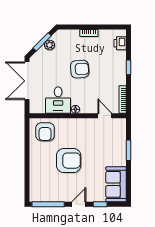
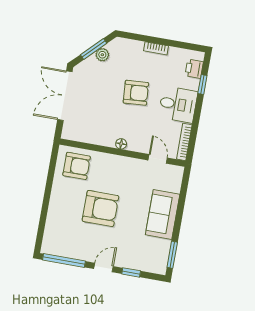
window: (129, 67) -> (202, 84), moved
desk: (58, 100) -> (178, 104), moved, turned -90
armchair: (45, 132) -> (77, 166), turned -90
window: (129, 150) -> (172, 255), moved
sofa: (116, 184) -> (163, 214), moved

